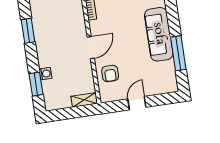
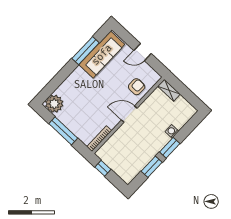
sofa: (159, 34) -> (102, 55), moved
window: (36, 84) -> (170, 148), moved

